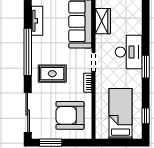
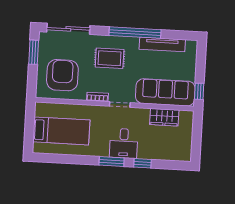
tv unit: (37, 21) -> (162, 44), width x1.41
desk: (129, 52) -> (124, 143), width x0.73
rug: (52, 74) -> (110, 58), turned 90
window: (146, 116) -> (143, 163), moved

